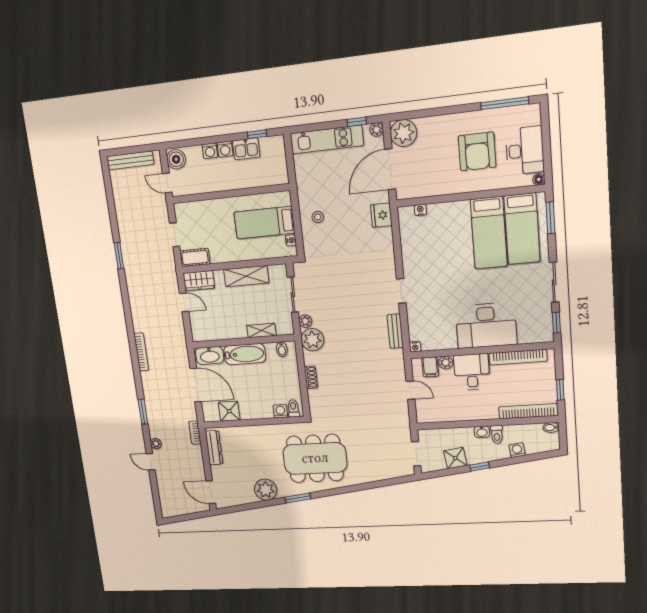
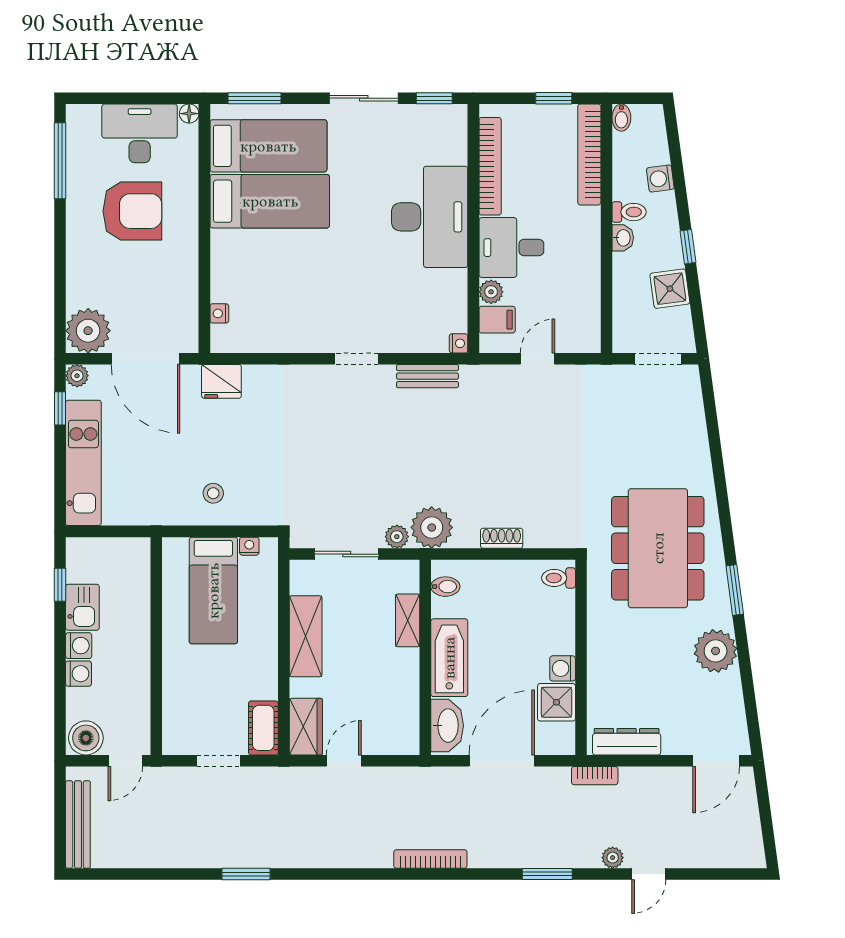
washing machine: (280, 411) -> (563, 668), moved

